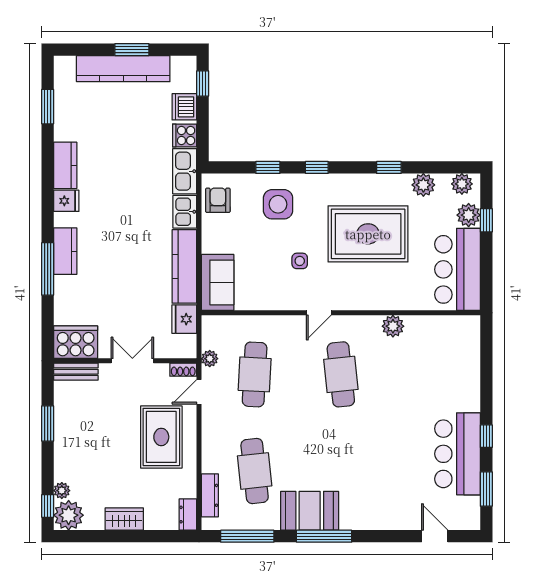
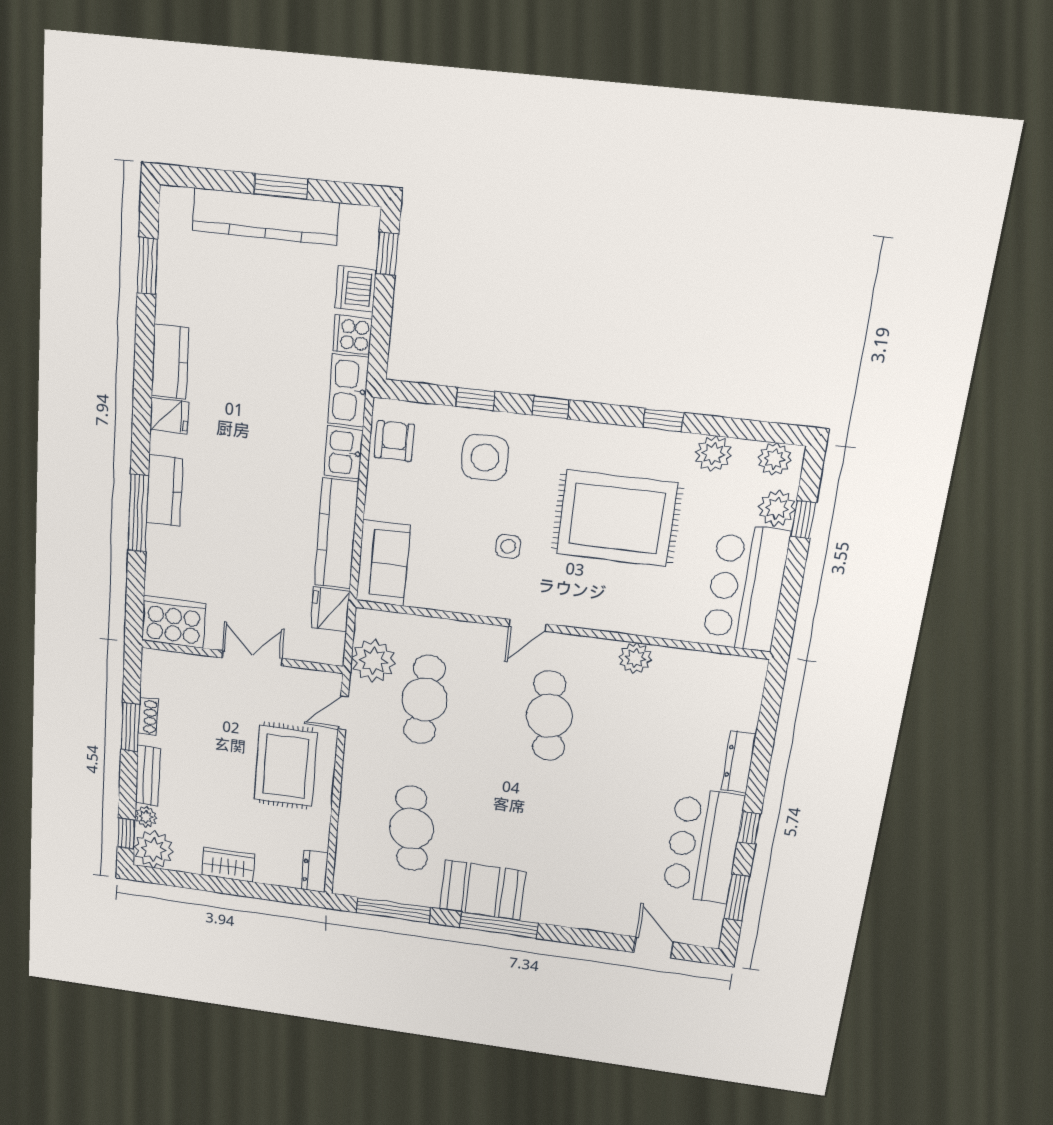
plant: (210, 359) -> (373, 661), width x1.87, depth x1.87
shoe rack: (183, 370) -> (148, 717), moved, turned -90
bench: (76, 372) -> (148, 776), moved, turned 90
dresser: (210, 495) -> (739, 762), moved, turned 180

